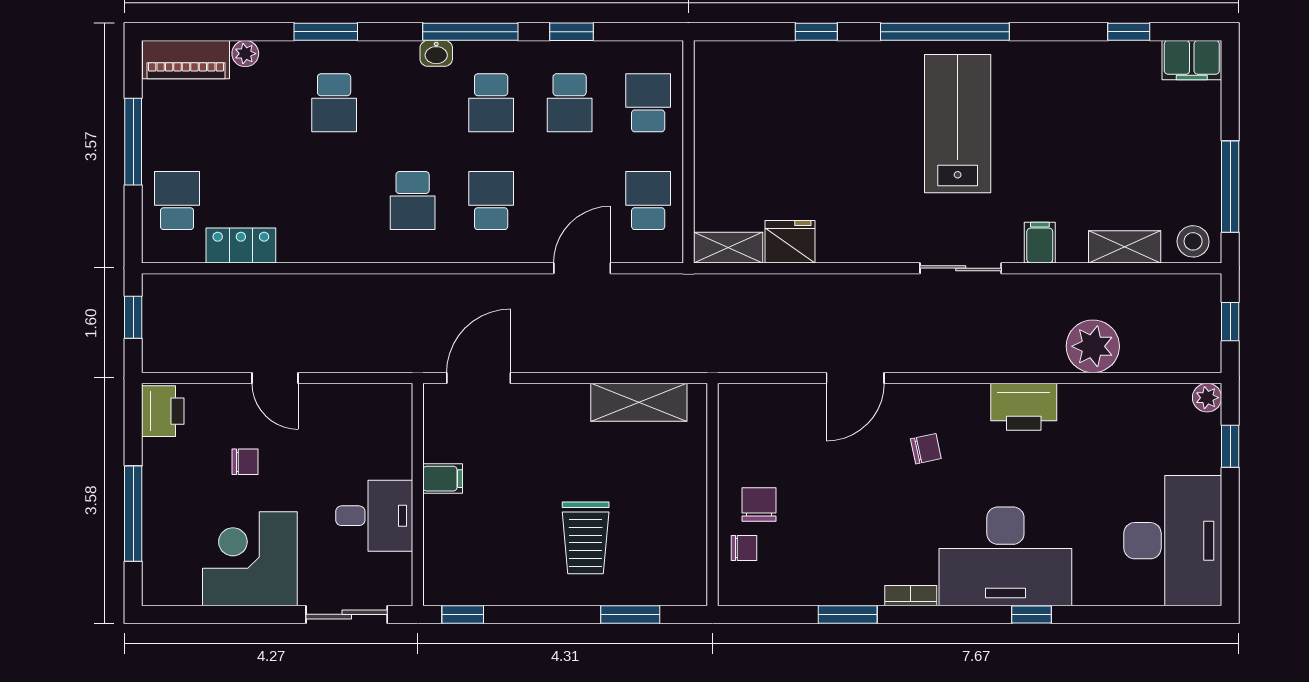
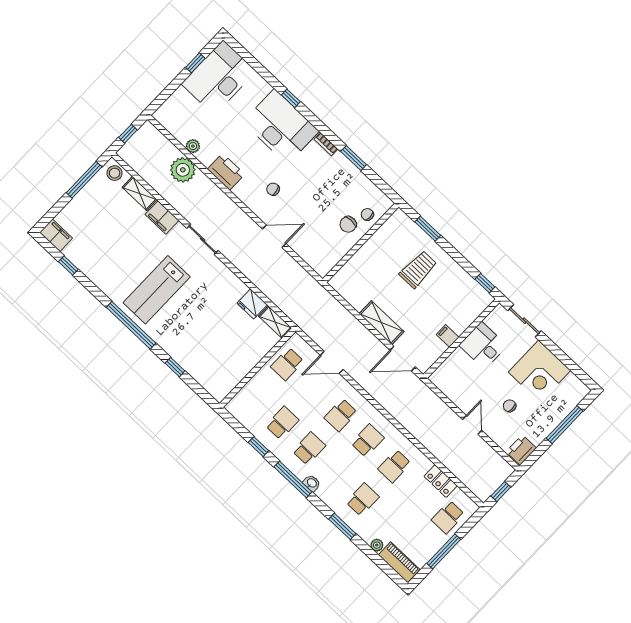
school desk: (648, 103) -> (394, 466), moved
filing cabinet: (1040, 243) -> (162, 217), width x2.00
plant: (1207, 398) -> (193, 146), moved
shelving: (639, 402) -> (381, 323), moved
window: (1230, 446) -> (195, 63), moved

